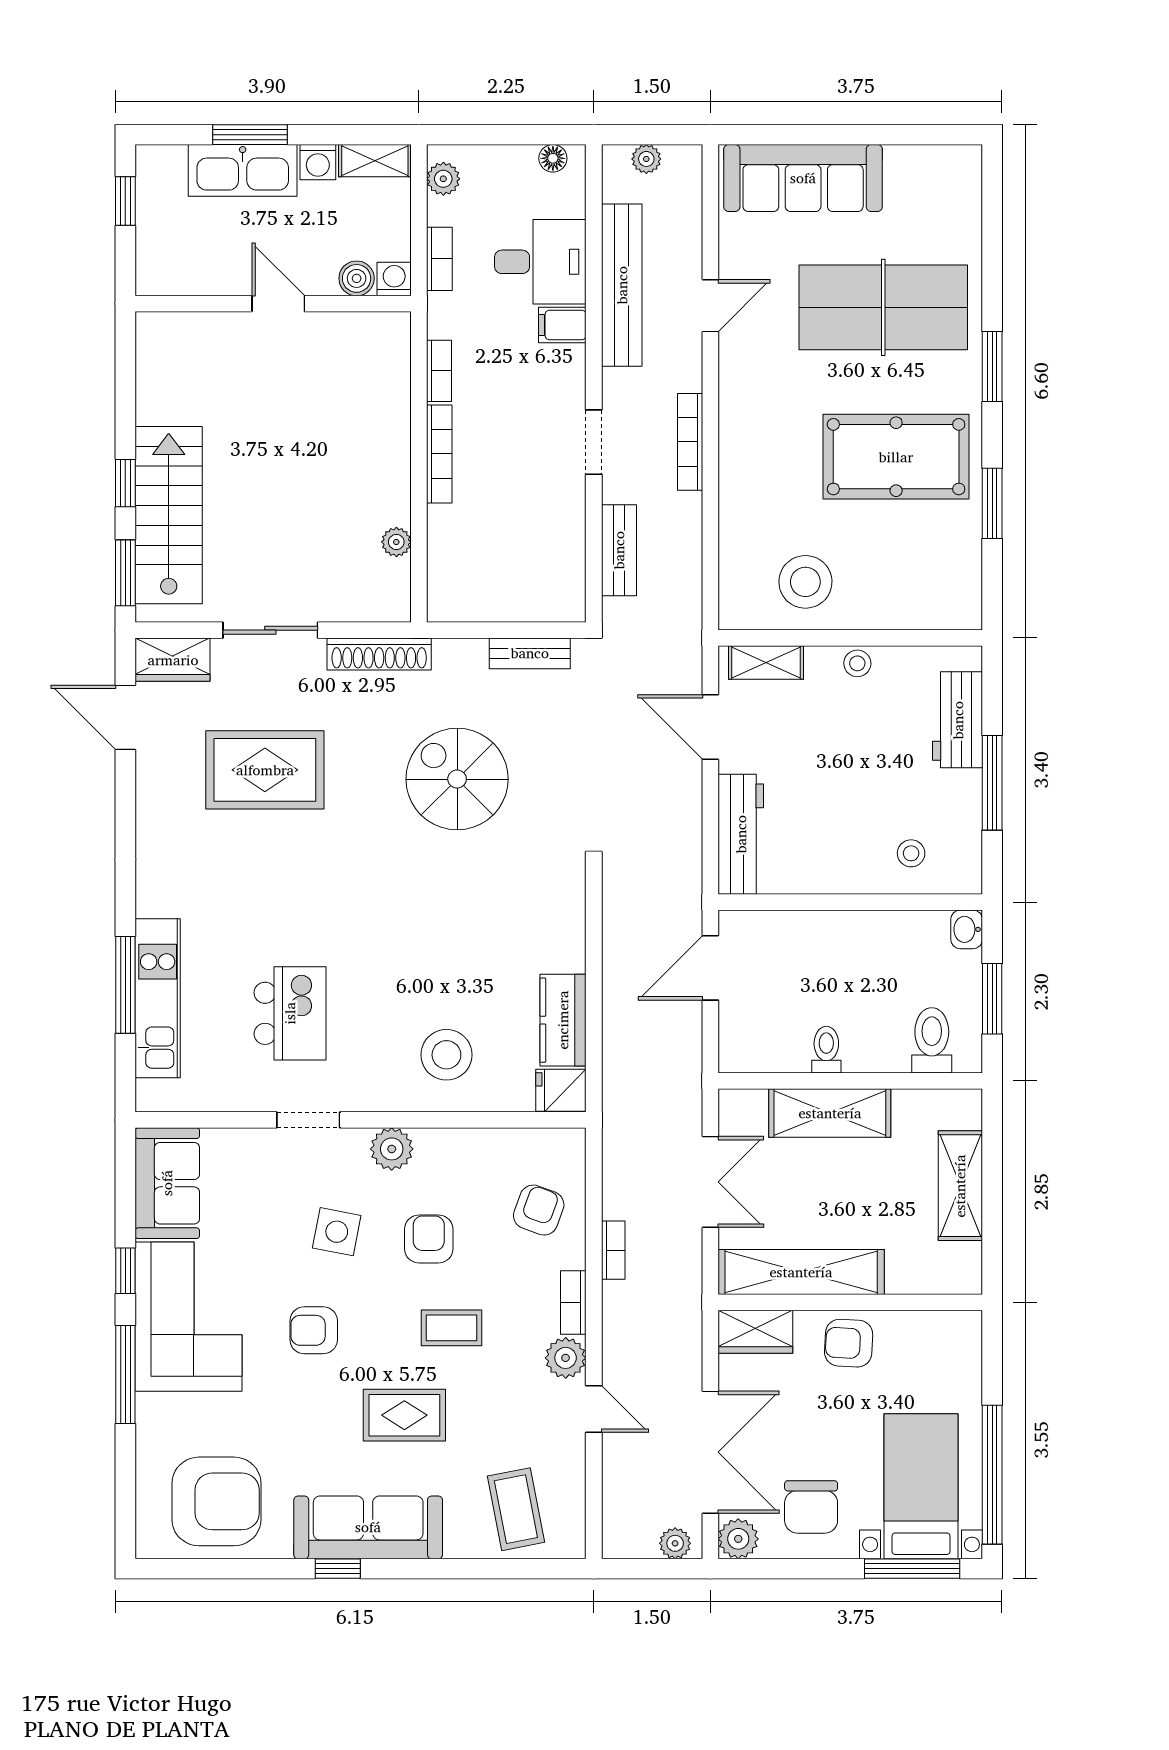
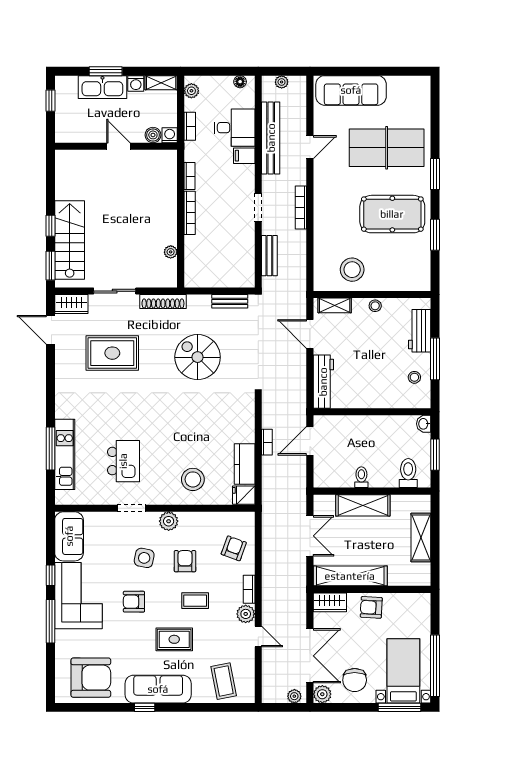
stool: (911, 853) -> (414, 377), moved
bookcase: (613, 1250) -> (267, 442), moved

